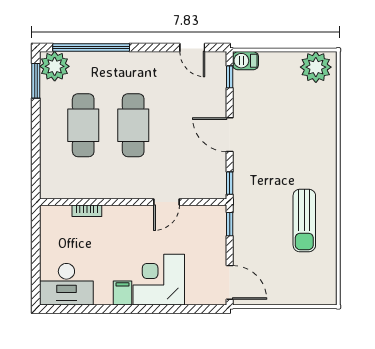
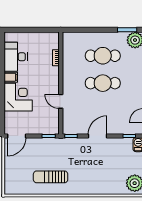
desk: (66, 284) -> (16, 57), moved

